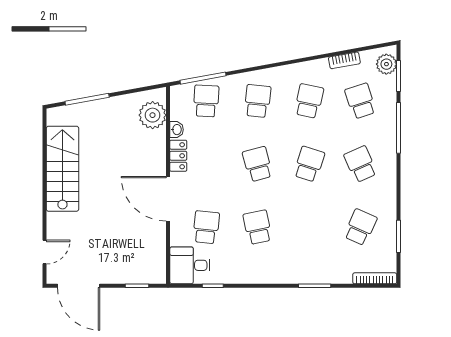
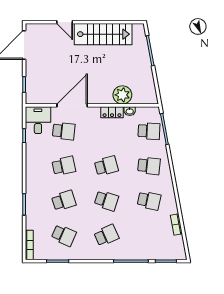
plant: (386, 64) -> (174, 253), removed
school desk: (360, 101) -> (64, 201), moved
plant: (153, 115) -> (122, 95), moved
door: (168, 199) -> (72, 105), moved
door: (45, 252) -> (65, 22), moved

